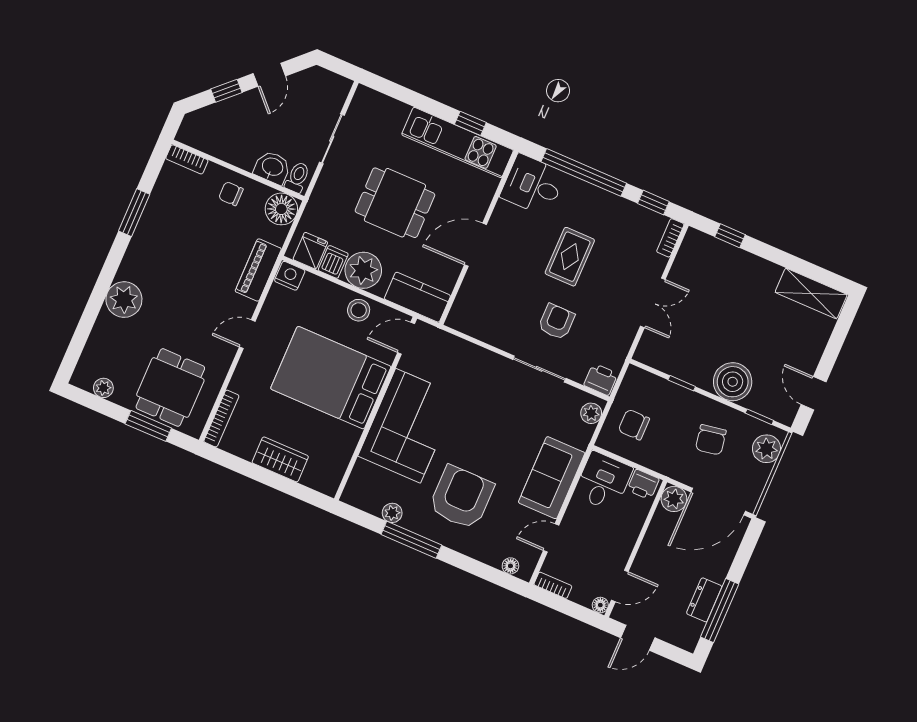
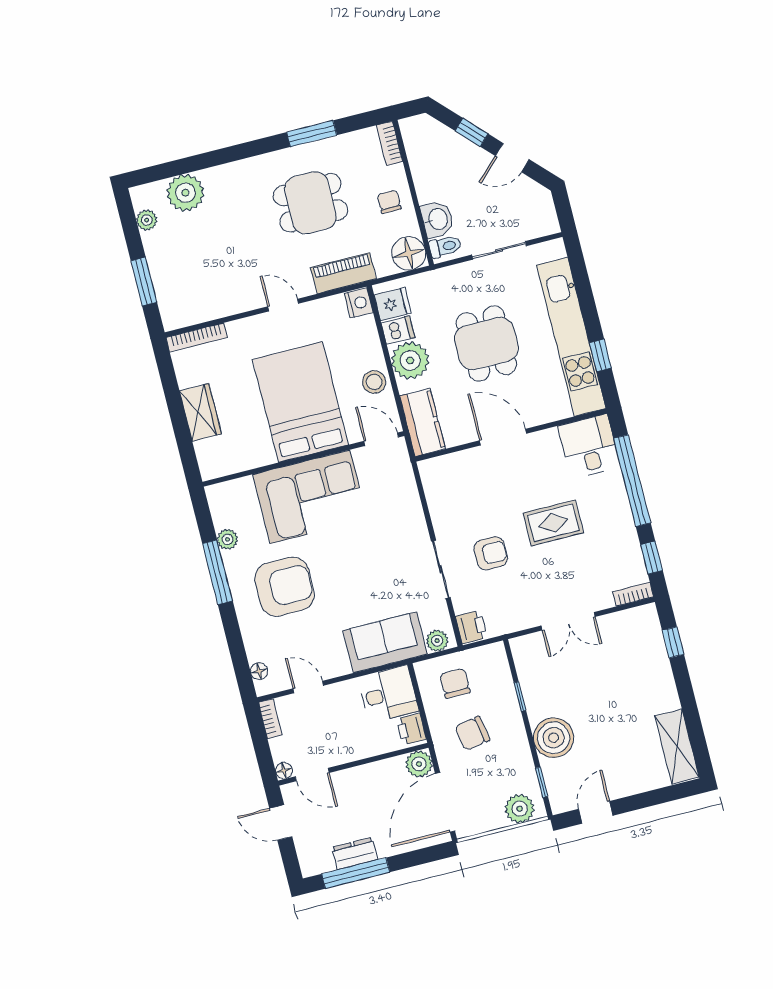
kitchen unit: (458, 142) -> (571, 337), width x1.36
plant: (124, 300) -> (185, 193), moved
dining table: (170, 387) -> (310, 203), moved
chair: (711, 440) -> (472, 733), moved
sofa: (552, 478) -> (385, 642), moved
door: (718, 502) -> (445, 802), hinge flipped

